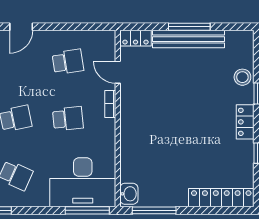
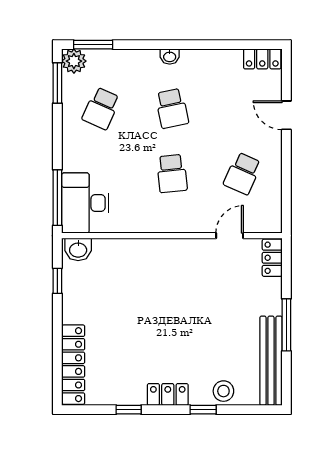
bench: (188, 39) -> (271, 361), moved
school desk: (68, 62) -> (243, 174), turned 33
bookcase: (110, 104) -> (190, 226), removed
desk: (83, 182) -> (85, 203), width x0.73, depth x0.77
window: (154, 210) -> (57, 281), width x0.46

